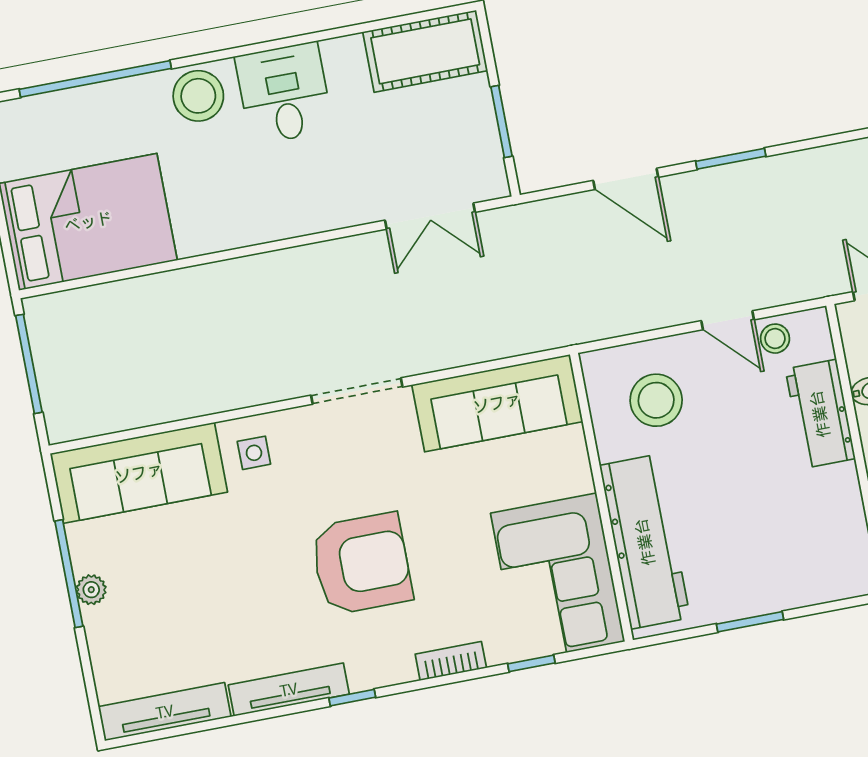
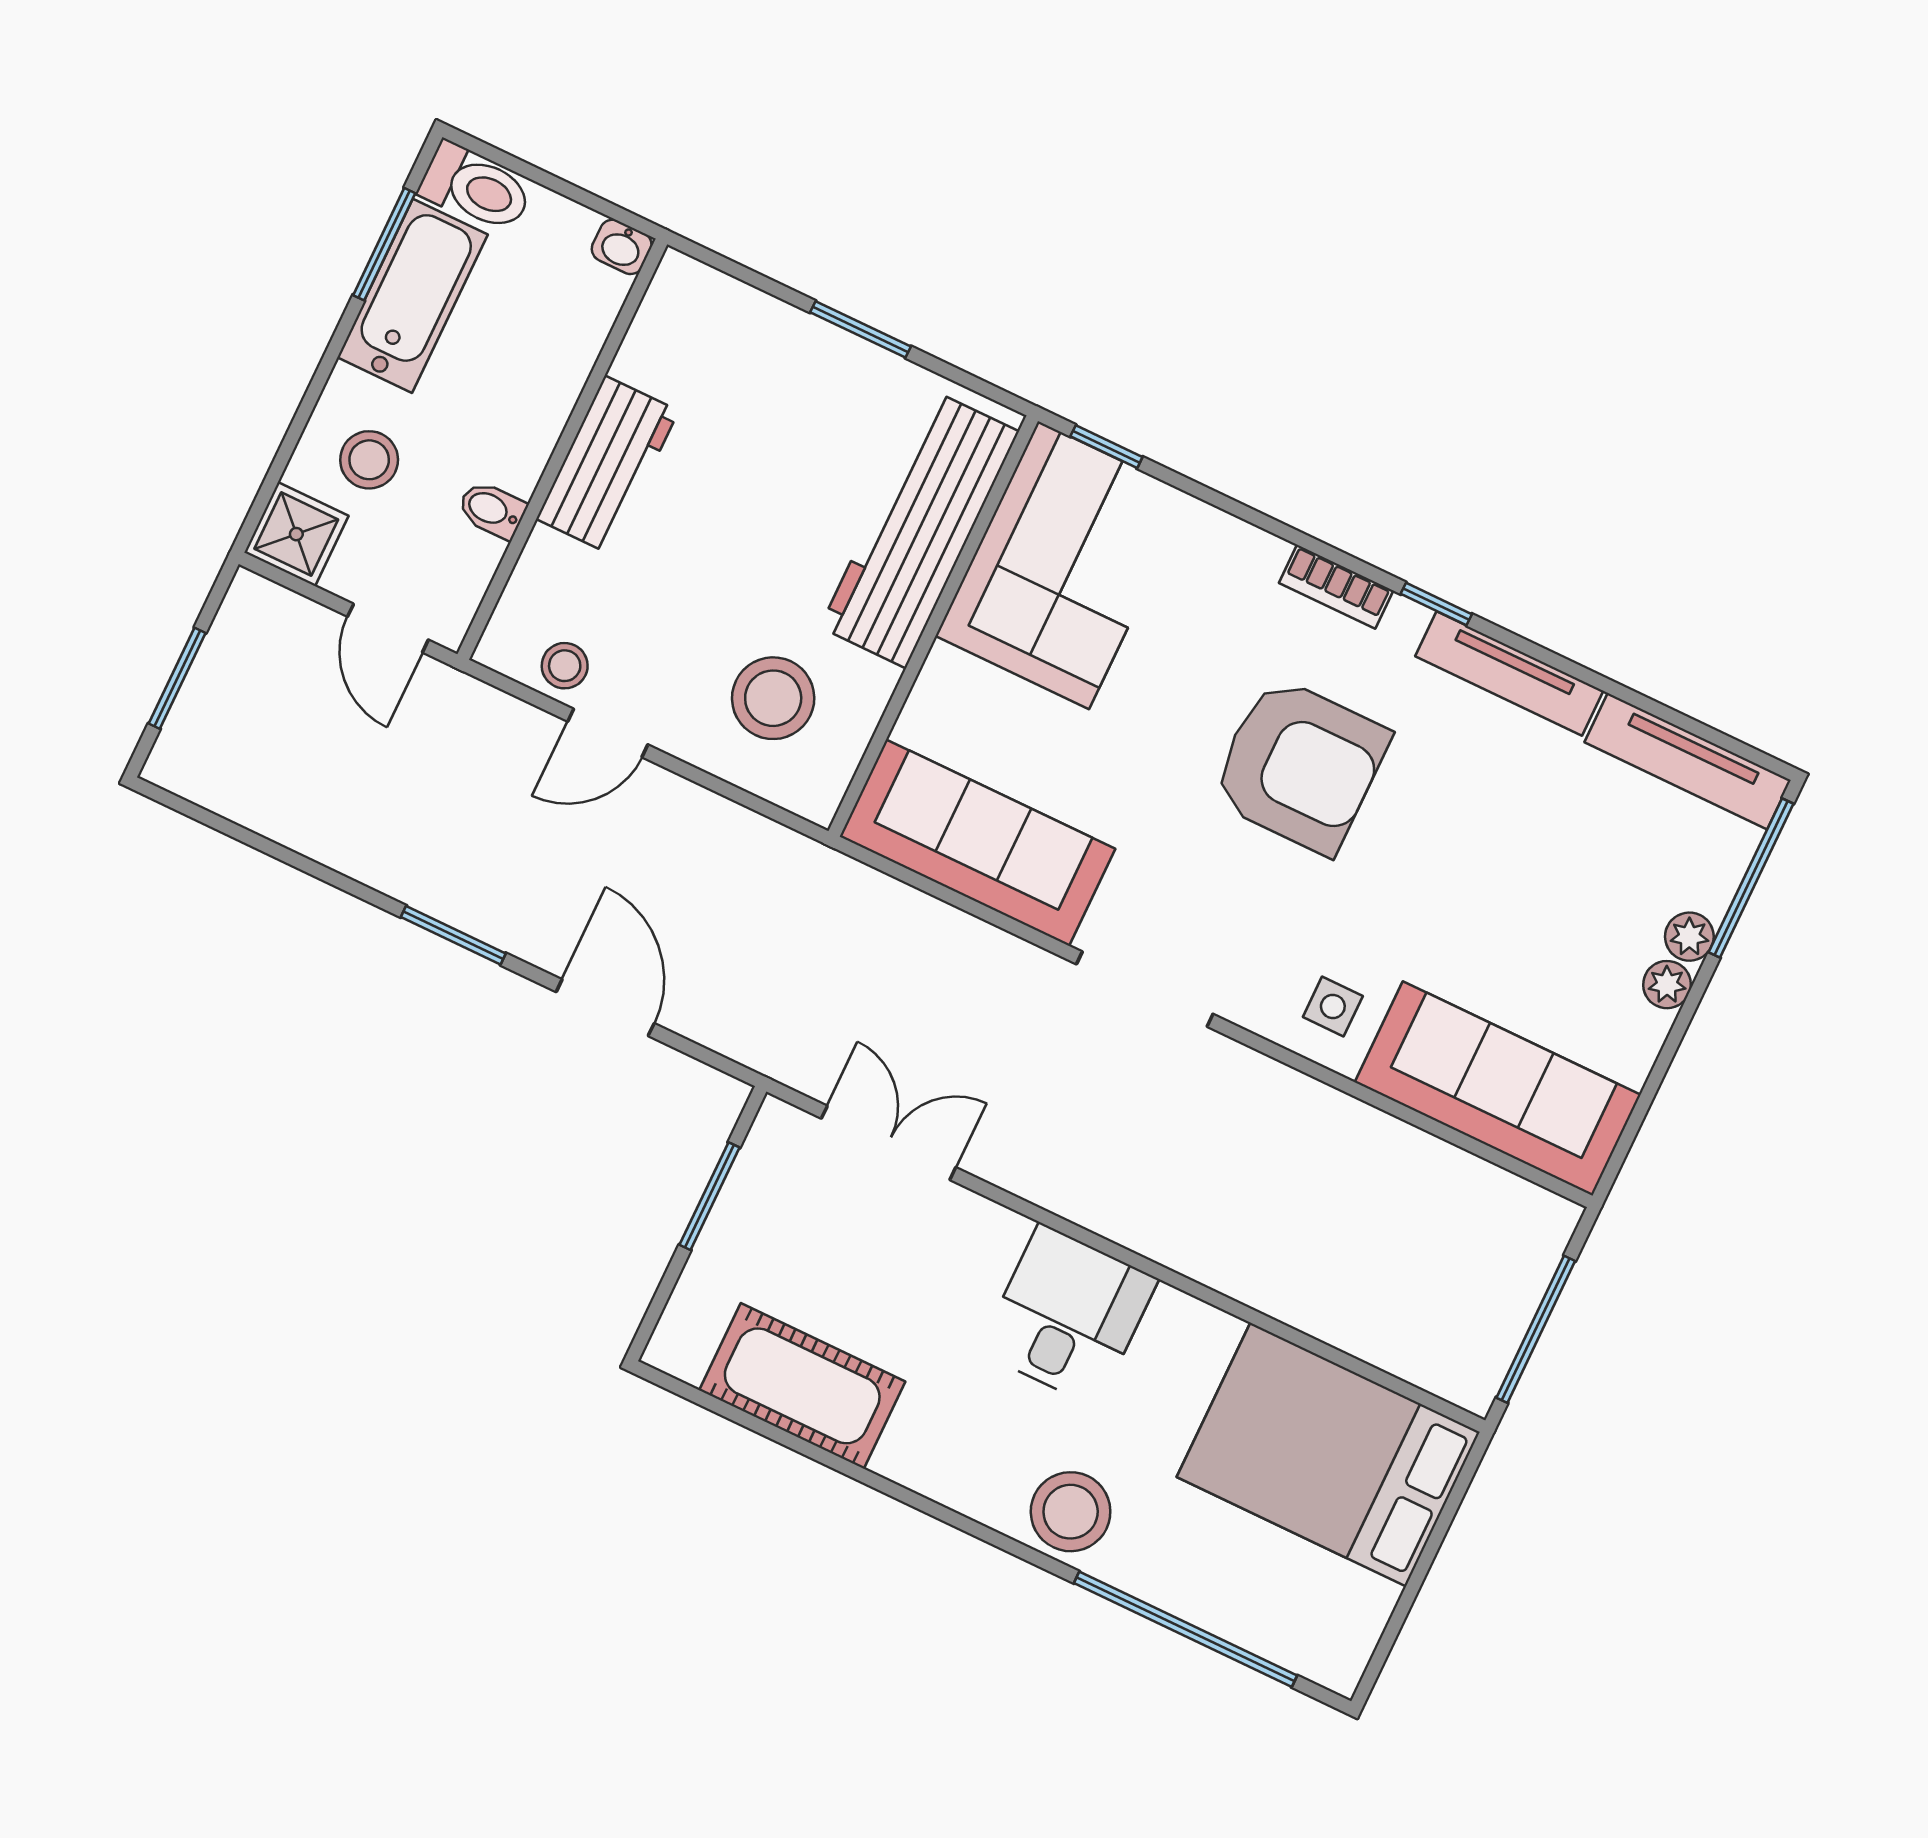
cot: (425, 51) -> (802, 1386), moved
desk: (284, 93) -> (1068, 1315), moved, turned 180
door: (728, 320) -> (608, 733), swing flipped
workbench: (820, 414) -> (607, 465), moved
armchair: (361, 564) -> (1300, 765), turned 180
window: (69, 574) -> (1751, 878), moved
plant: (98, 623) -> (1689, 937), added
bookcase: (451, 661) -> (1336, 587), moved
window: (531, 663) -> (1106, 447), moved

